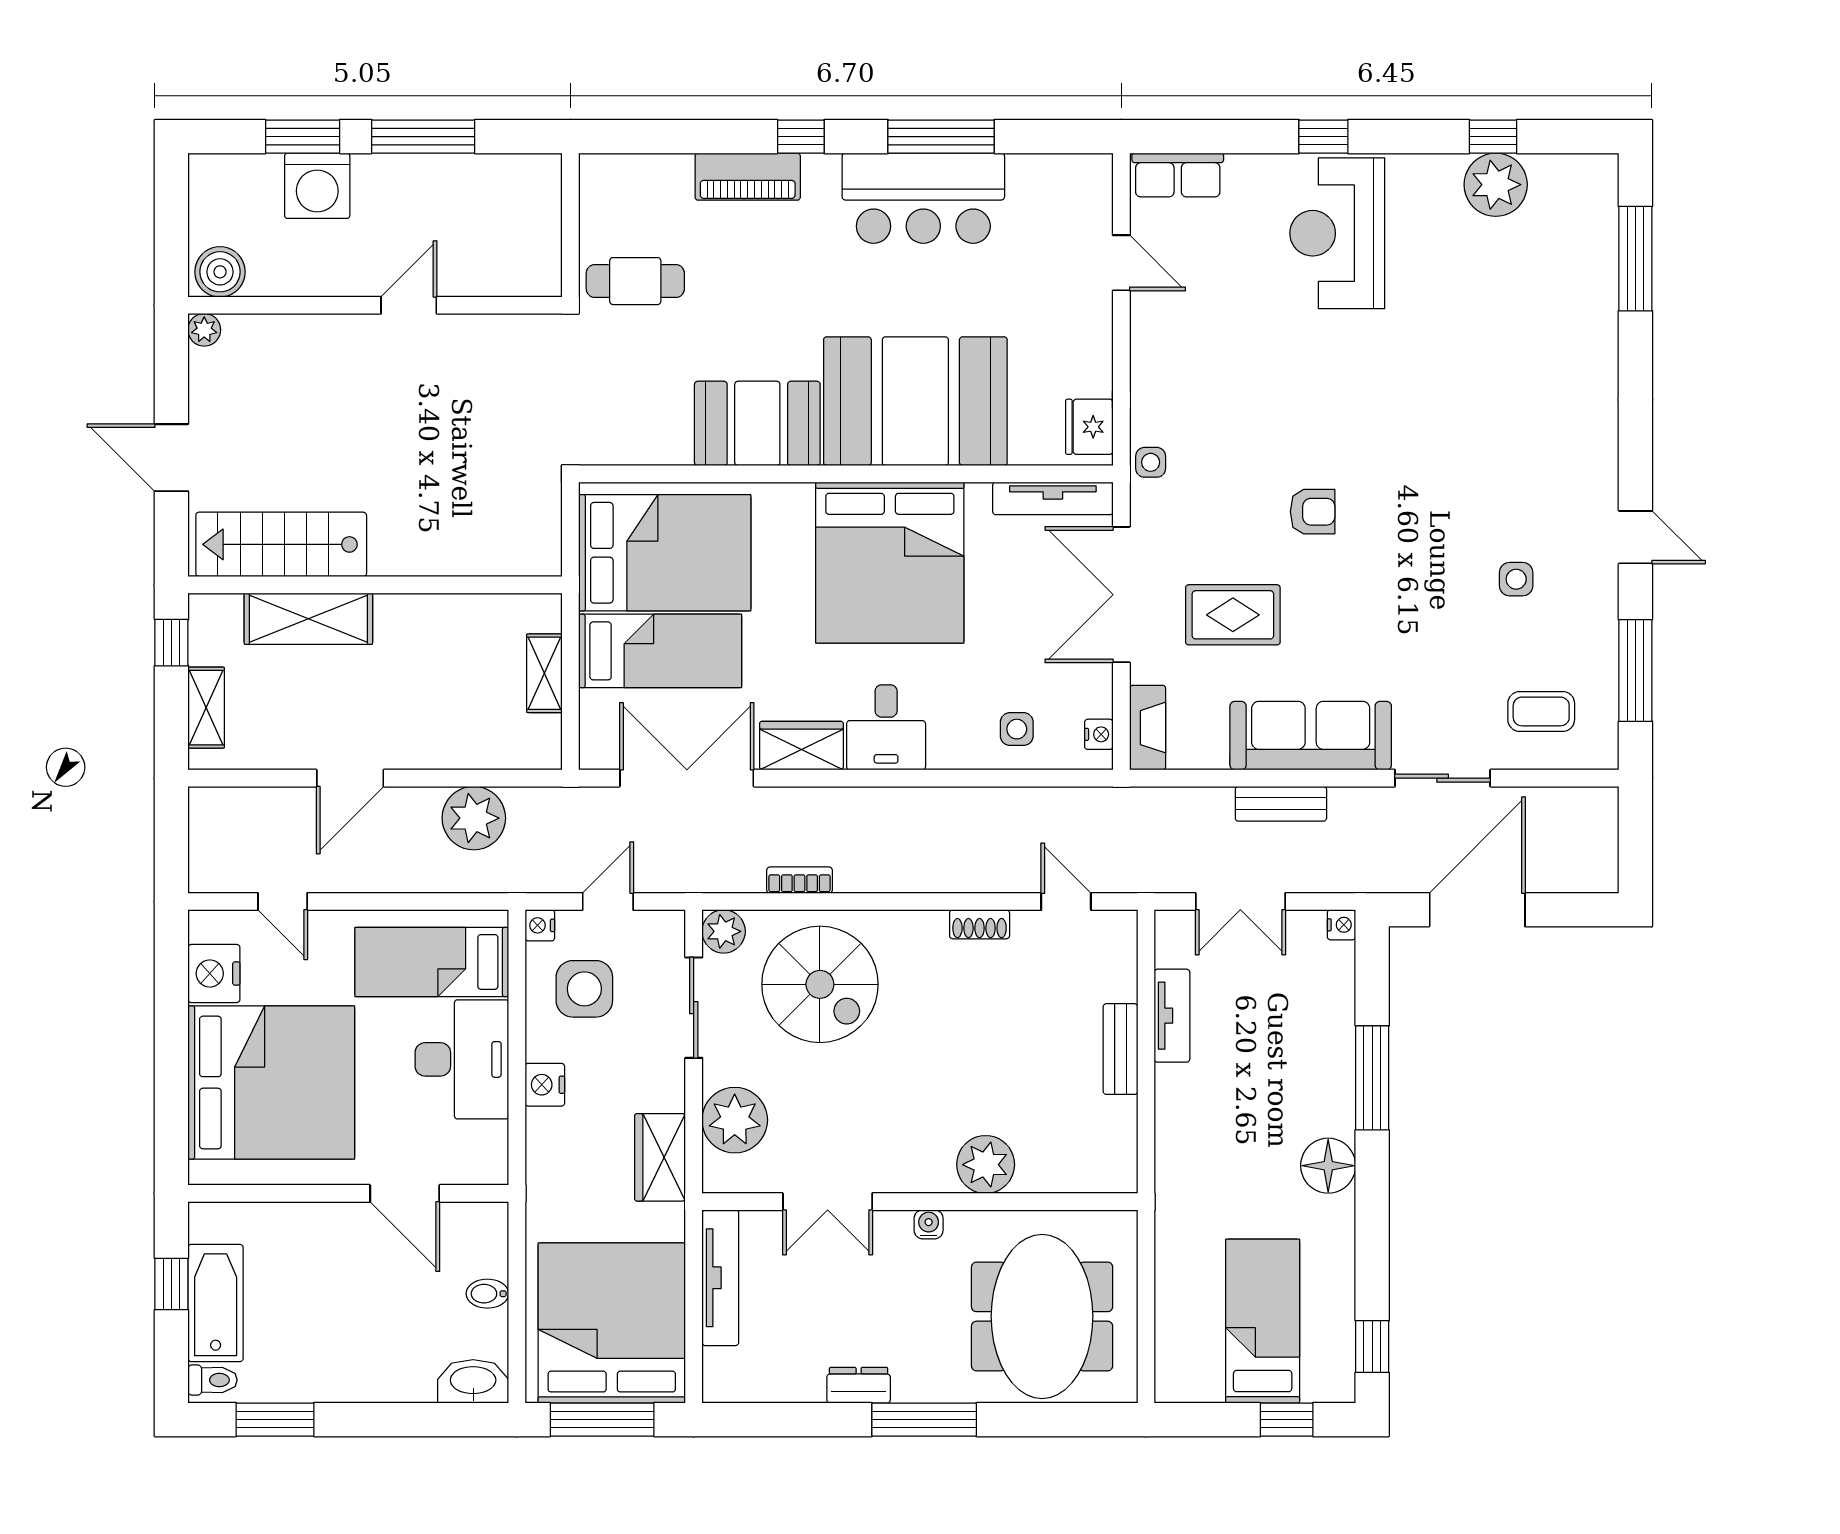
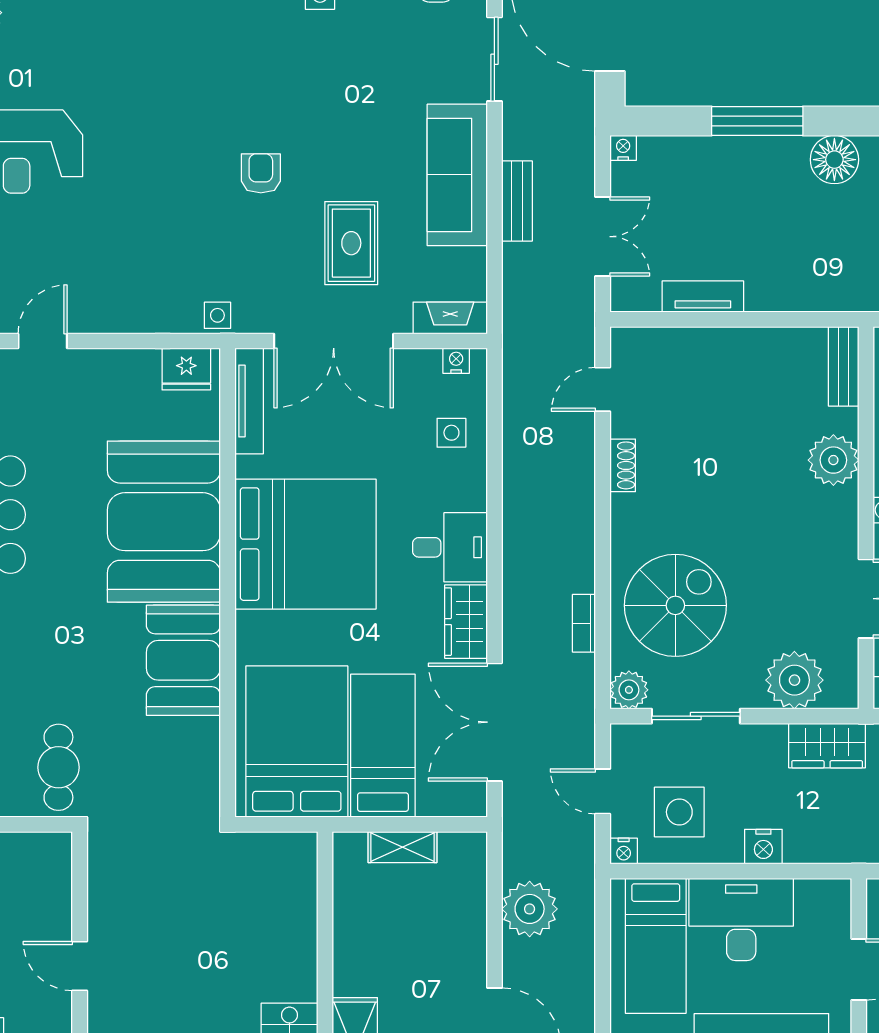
bench: (1120, 1049) -> (844, 366), moved, turned 90

